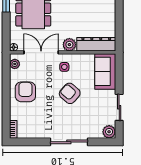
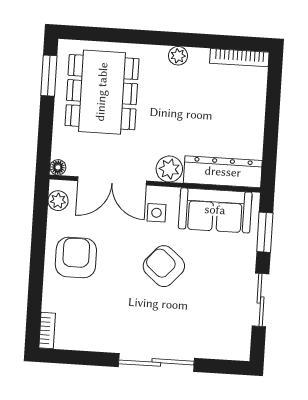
double door: (41, 52) -> (112, 181), swing flipped
sofa: (105, 71) -> (215, 210), moved, turned -90
window: (119, 73) -> (265, 232), added
plant: (109, 132) -> (237, 347), removed

